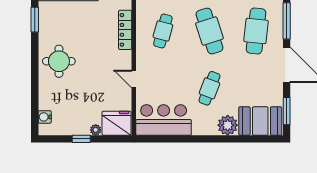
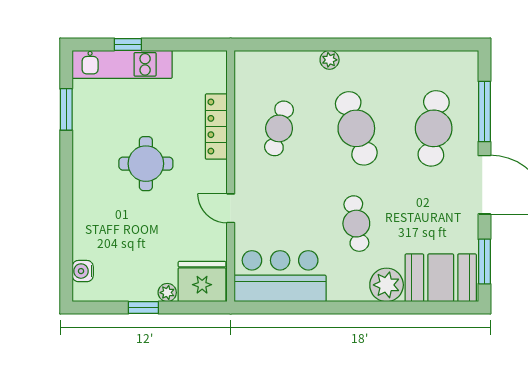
round table: (59, 61) -> (146, 164), moved
cafe table: (209, 88) -> (356, 224), turned -30

